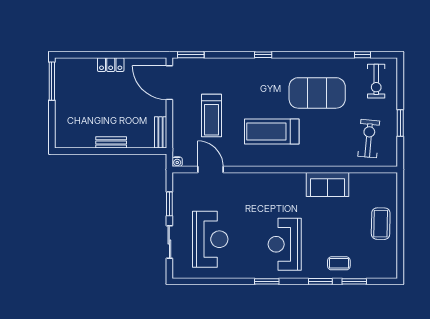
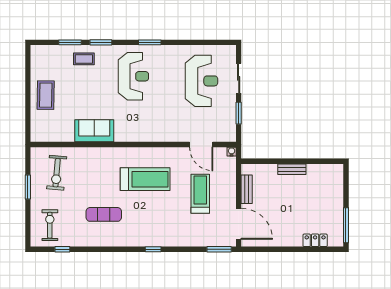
locker: (111, 65) -> (315, 240), moved
exercise mat: (317, 93) -> (104, 214), width x0.50, depth x0.69
bench: (161, 132) -> (247, 189), moved
reception desk: (210, 239) -> (201, 81), turned 180

